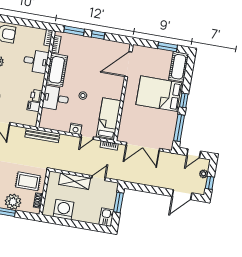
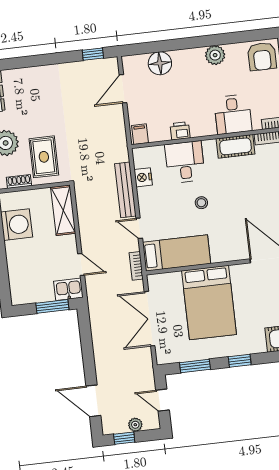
cot: (57, 70) -> (236, 146), width x0.73, depth x0.75
bed: (160, 94) -> (209, 303), moved, turned 180
filing cabinet: (34, 106) -> (140, 134), moved
window: (179, 128) -> (195, 366), width x0.69
nightstand: (76, 129) -> (143, 177), moved
bench: (42, 135) -> (125, 190), moved
shelving: (75, 181) -> (63, 210), moved
kitchen sink: (106, 217) -> (68, 289), moved

